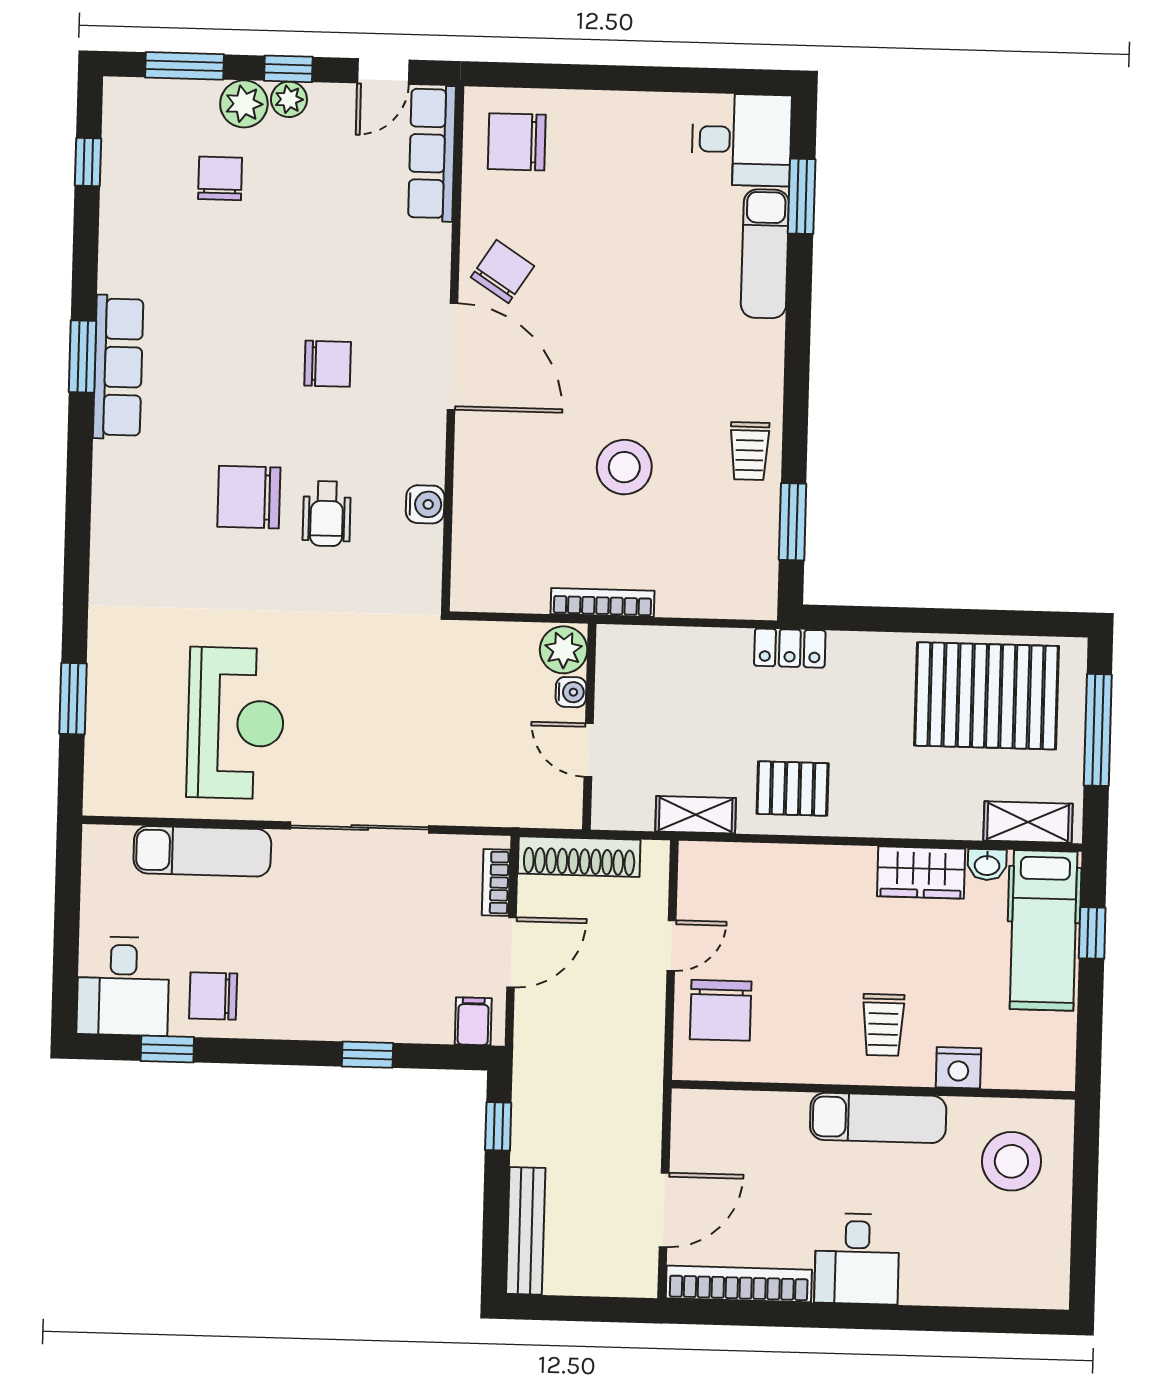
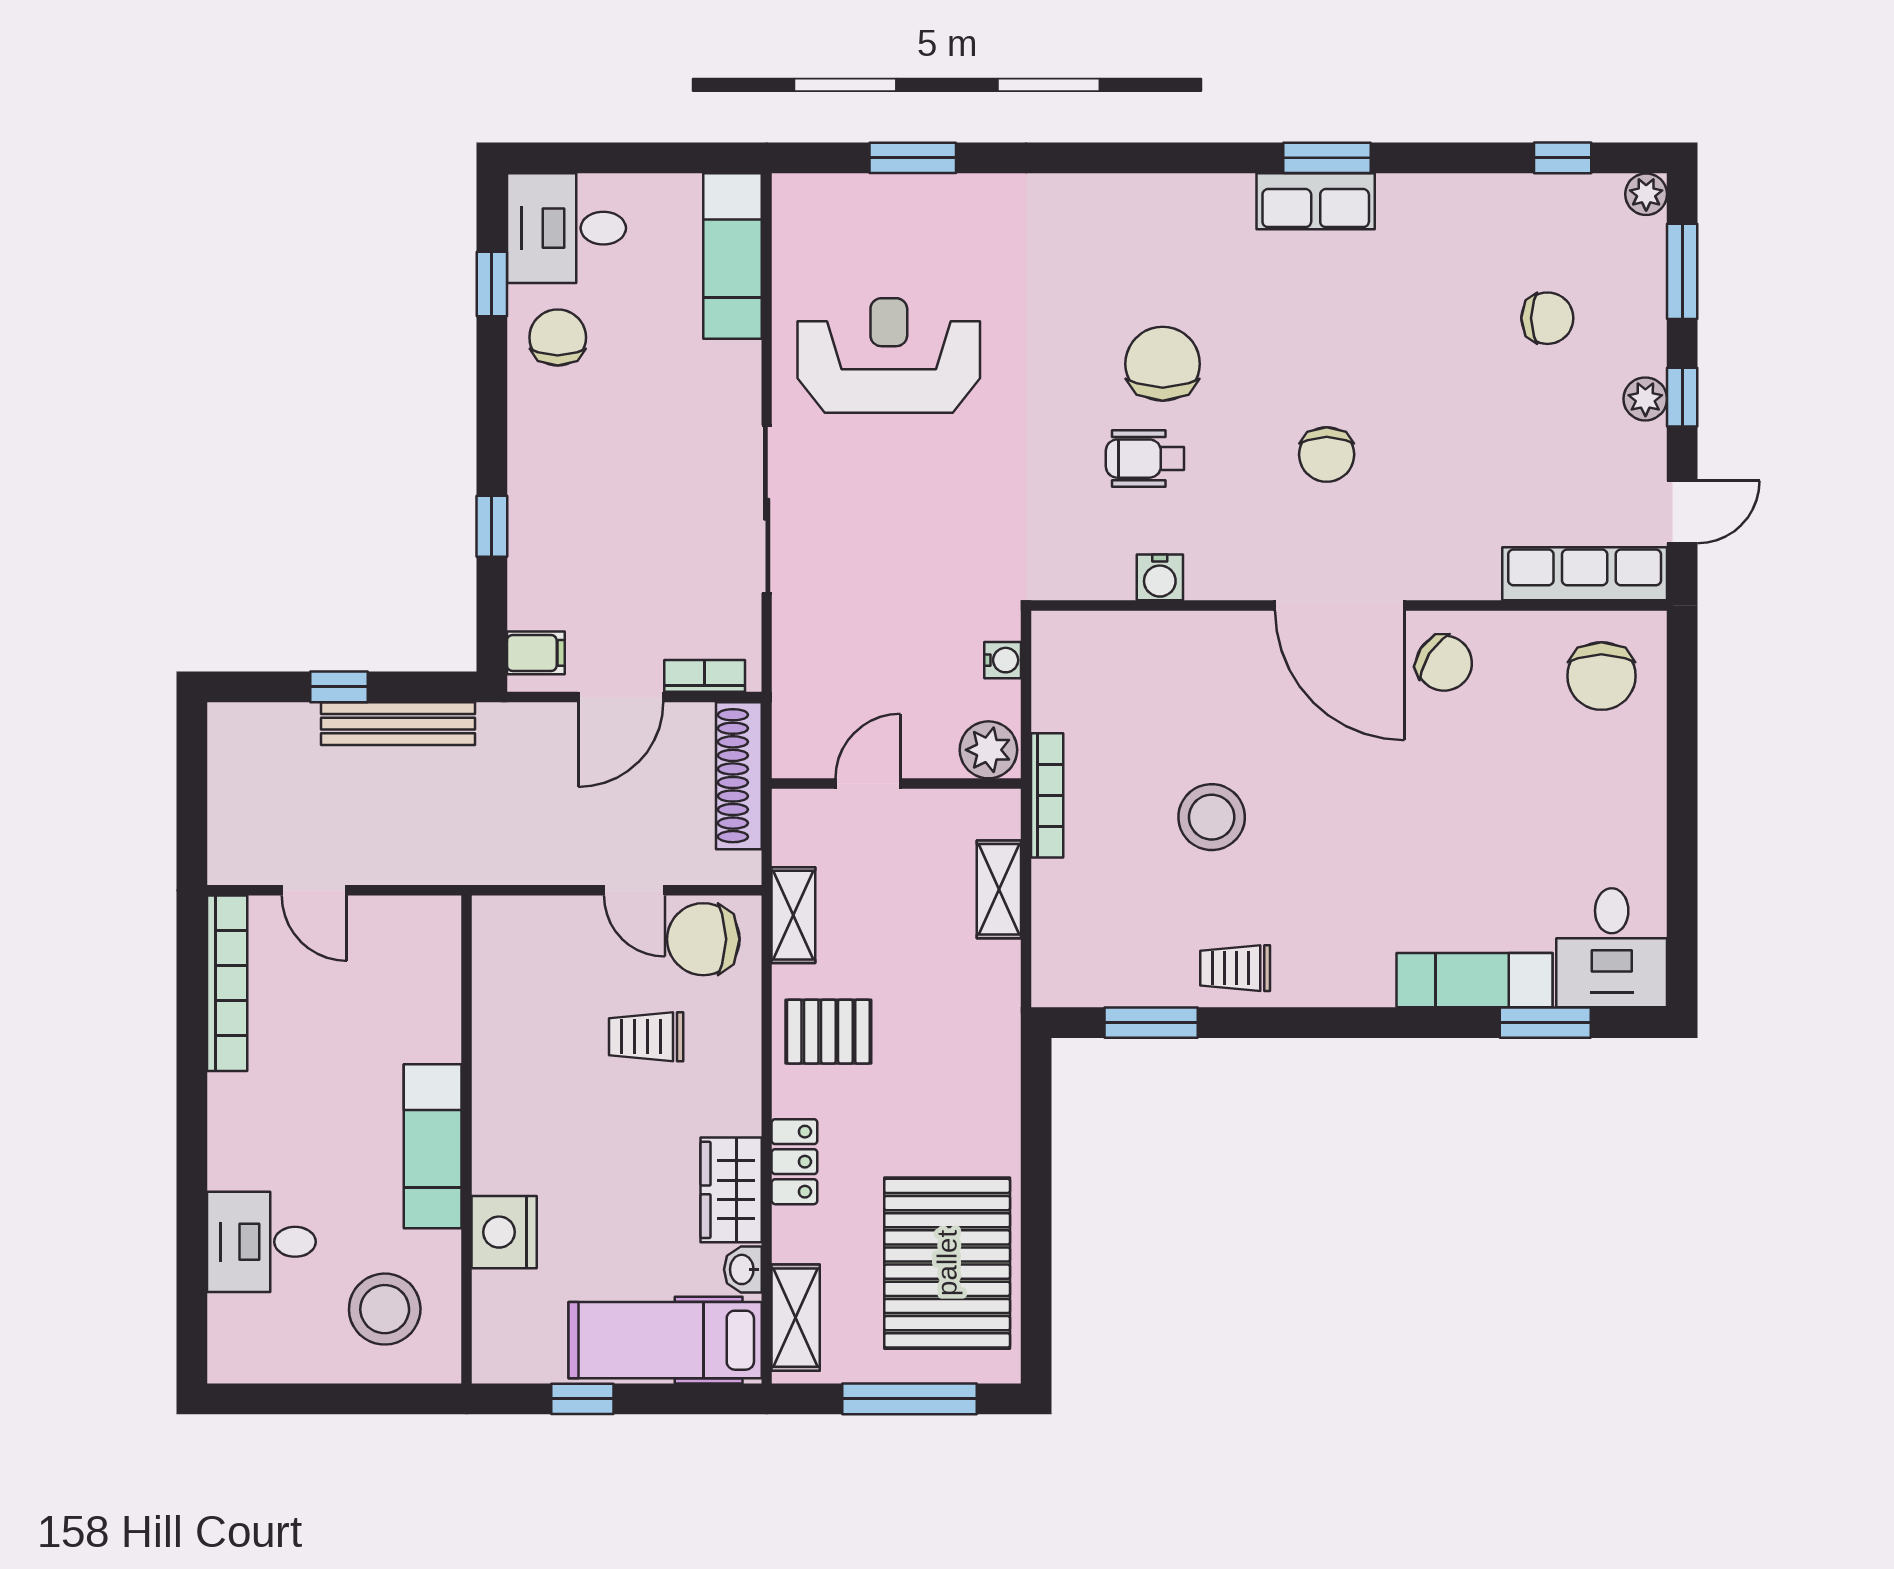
door: (383, 71) -> (1682, 512), swing flipped
plant: (244, 104) -> (1646, 194), moved, width x0.73, depth x0.73
chair: (517, 142) -> (1601, 676), turned 180
door: (452, 356) -> (1340, 605), hinge flipped
row of seats: (118, 367) -> (1316, 201), width x0.68
shelving: (679, 644) -> (999, 889), added
locker: (790, 648) -> (794, 1162), moved, turned 180
water cooler: (571, 692) -> (1003, 660), moved, turned -90
reception desk: (236, 723) -> (889, 355), turned 180
pallet: (793, 789) -> (828, 1032), turned 90
exam couch: (202, 851) -> (733, 256), moved
window: (1092, 933) -> (582, 1399), moved
door: (512, 952) -> (621, 697), hinge flipped
chair: (721, 1010) -> (703, 939), moved
trolley: (883, 1025) -> (646, 1037), moved
nightstand: (958, 1068) -> (504, 1232), width x1.36, depth x1.33
window: (498, 1126) -> (339, 687), moved
door: (664, 1210) -> (314, 890), width x0.73
bench: (526, 1231) -> (398, 724), moved
desk: (857, 1259) -> (261, 1242), moved

